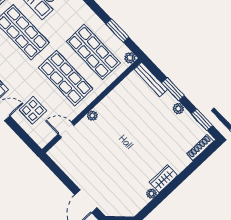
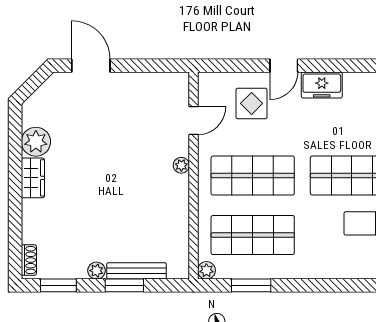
bench: (151, 79) -> (136, 271), moved
shoe rack: (200, 148) -> (29, 260), width x0.70
plant: (151, 193) -> (36, 142), width x1.88, depth x1.88

